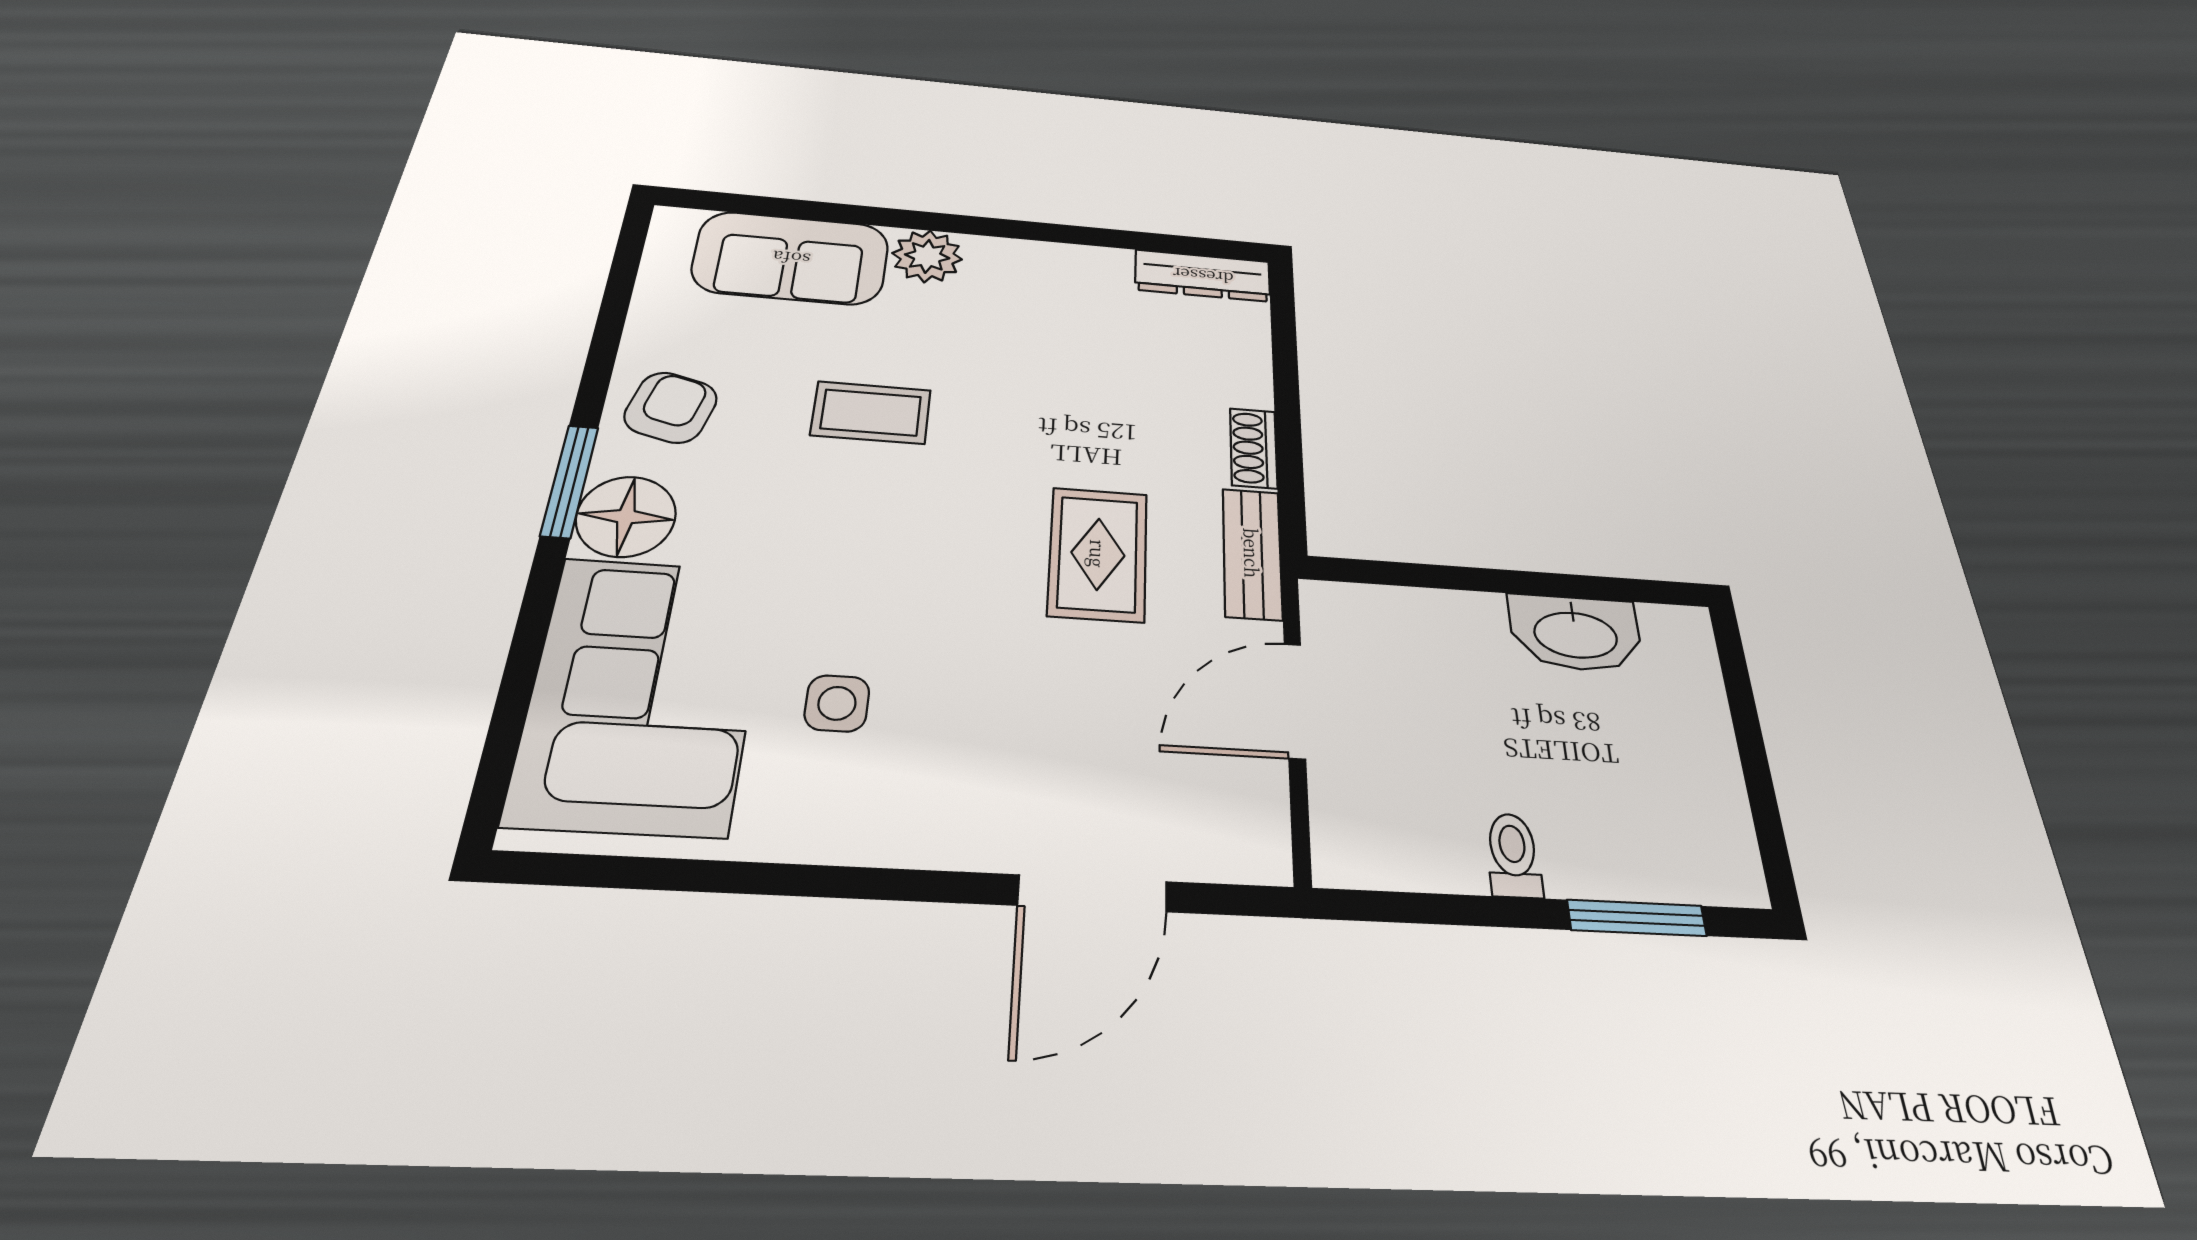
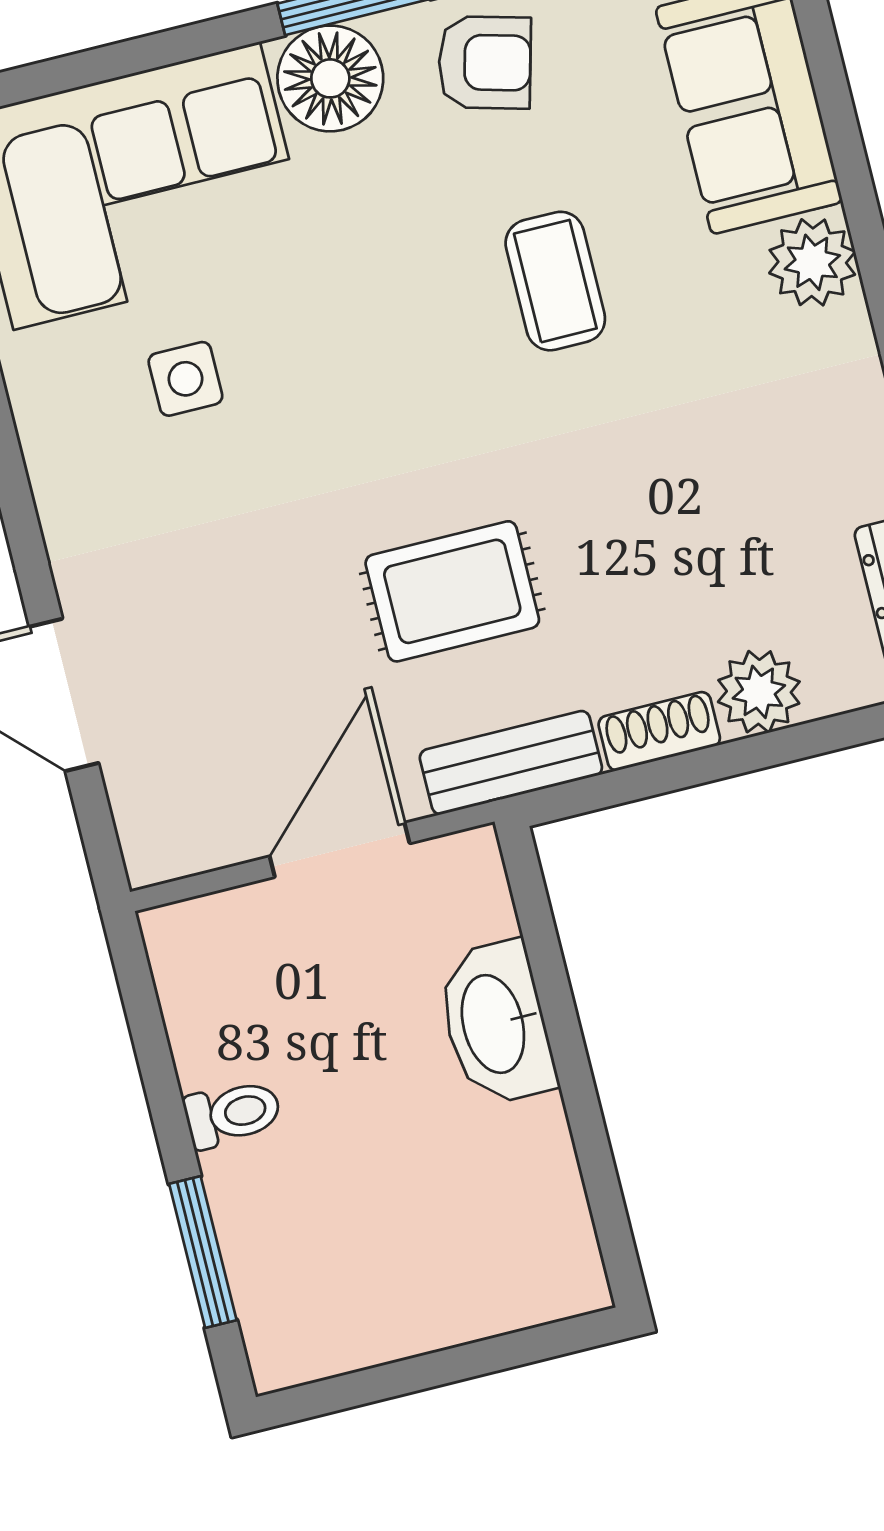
plant: (1240, 378) -> (759, 692), added
washbasin: (1575, 633) -> (496, 1023), moved
door: (1295, 700) -> (340, 850), hinge flipped

